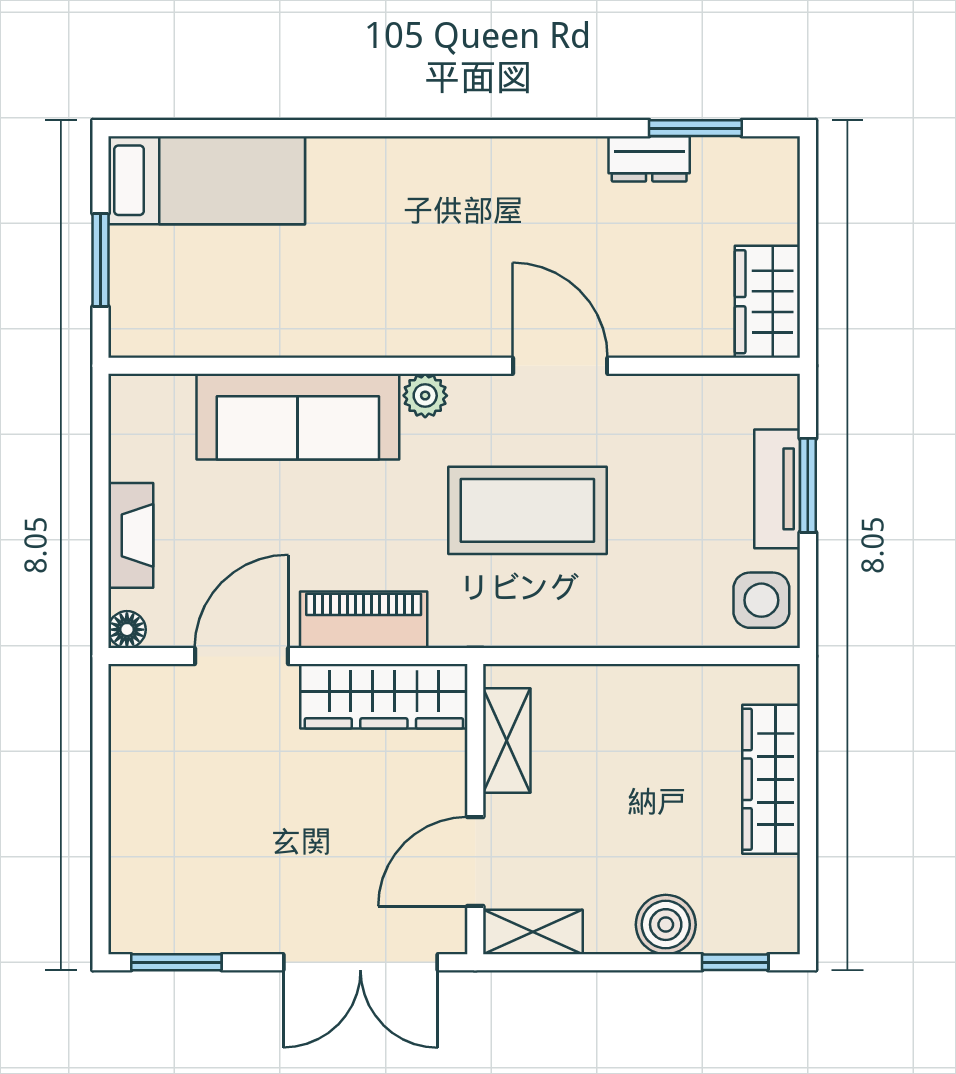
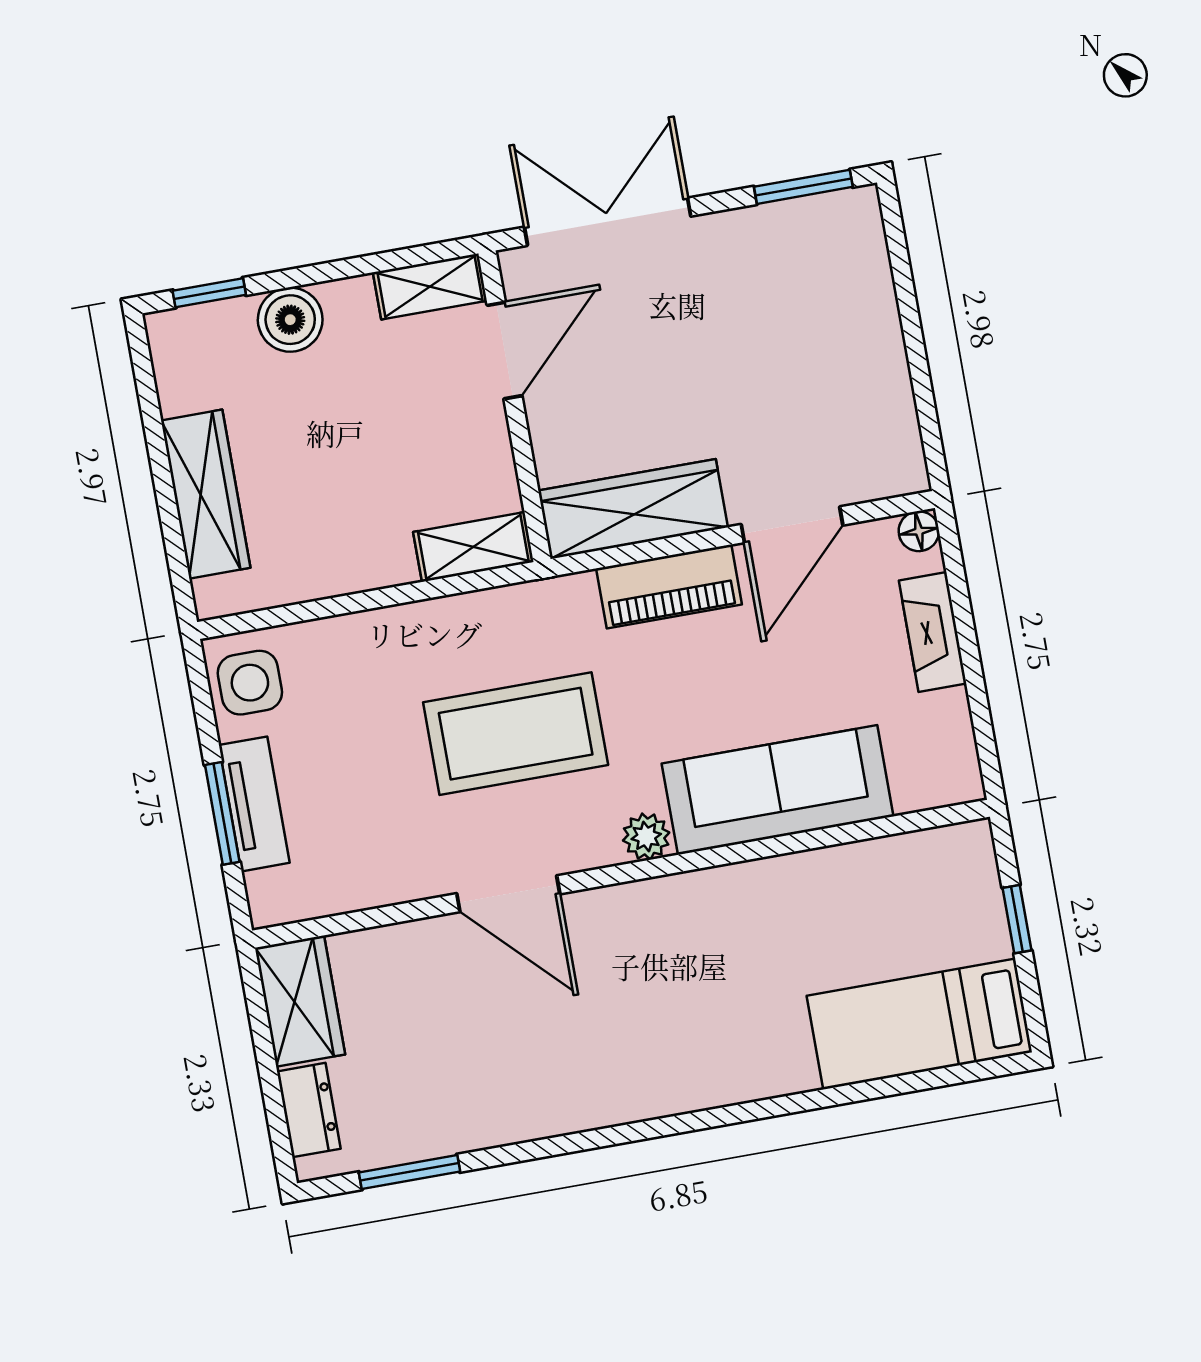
dresser: (649, 159) -> (309, 1110), moved, turned 90
window: (100, 260) -> (1017, 919), width x0.67
shelving: (507, 741) -> (473, 547), moved, turned 90

